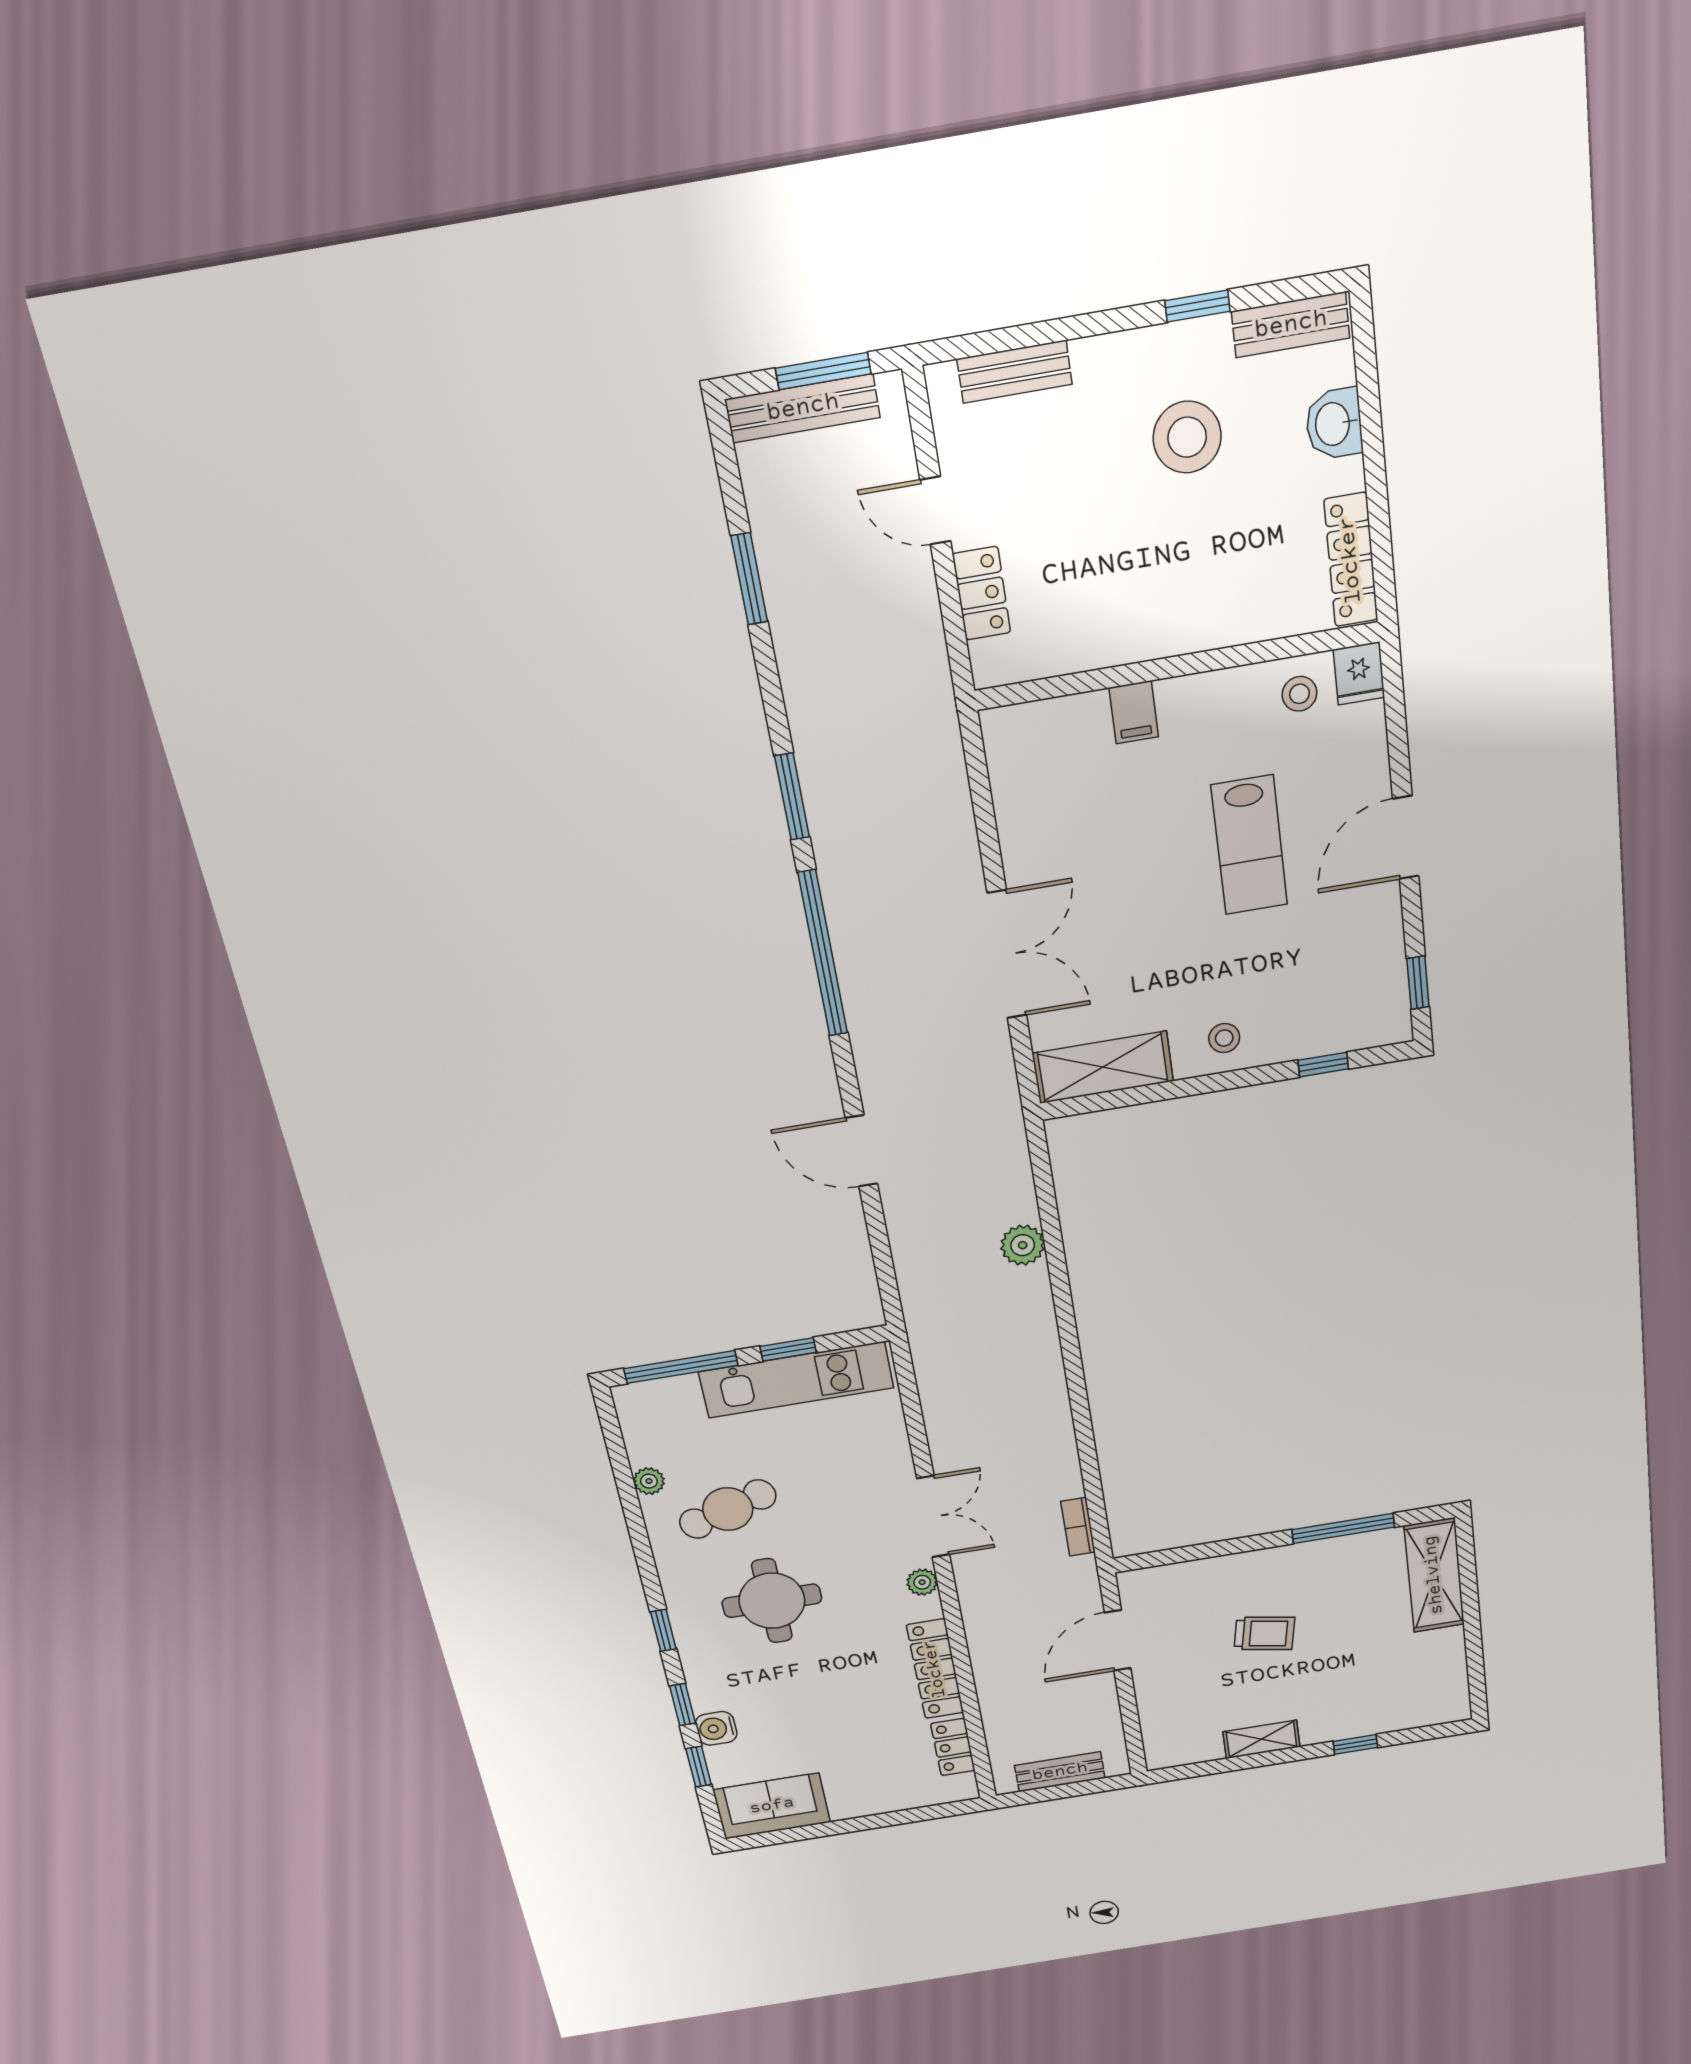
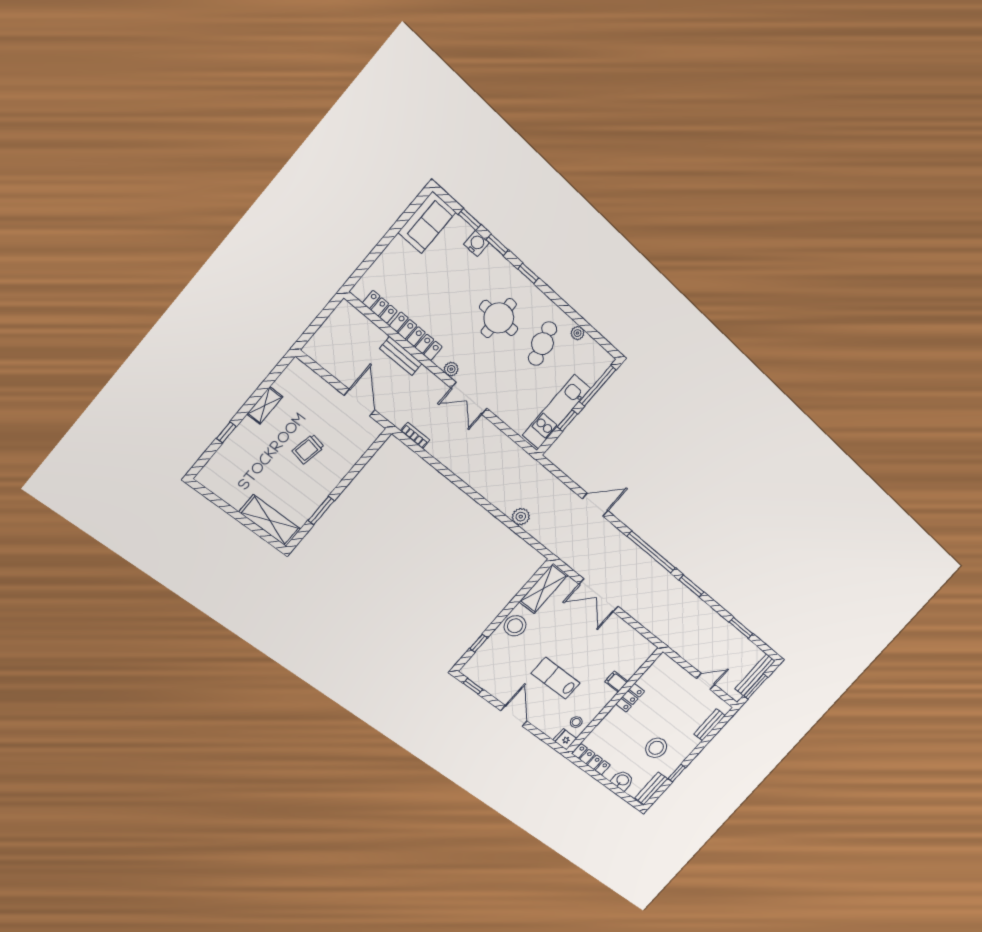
locker: (982, 593) -> (630, 698), moved, turned -90
stool: (1224, 1038) -> (515, 626), width x1.89, depth x1.89
window: (1343, 1528) -> (321, 511), width x0.69
bench: (1060, 1772) -> (401, 356), moved, turned 90

